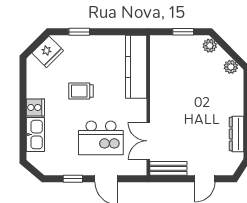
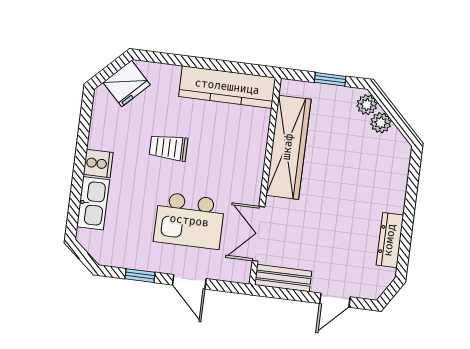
window: (79, 32) -> (177, 60), removed
kitchen counter: (136, 67) -> (227, 87), moved, turned -90
plant: (231, 67) -> (381, 123), moved
wardrobe: (161, 81) -> (288, 147), added

